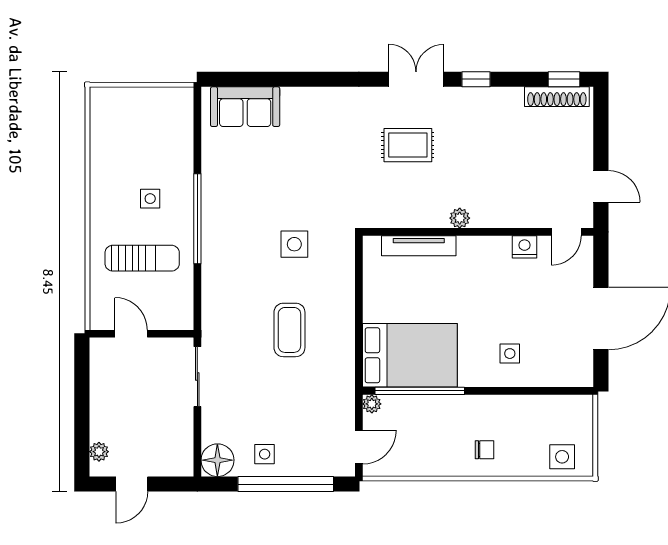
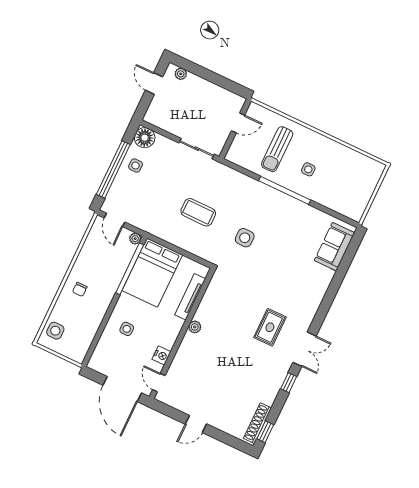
plant: (460, 218) -> (195, 327), moved
wall: (478, 232) -> (182, 333), moved
door: (566, 232) -> (159, 383), moved
tv unit: (419, 246) -> (190, 297), moved
nightstand: (525, 247) -> (161, 355), moved

